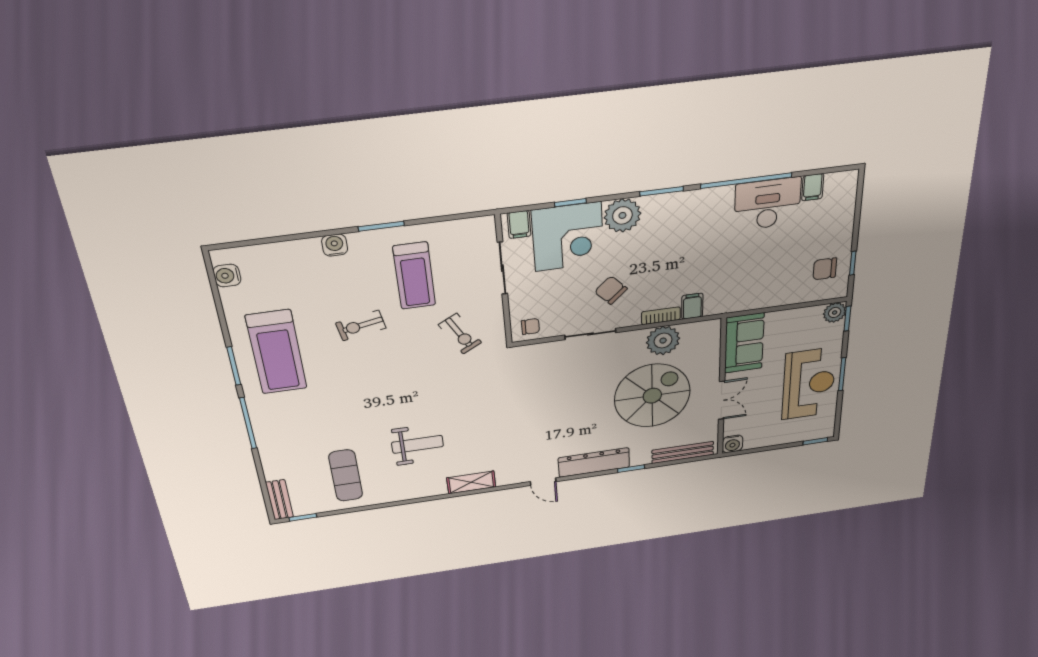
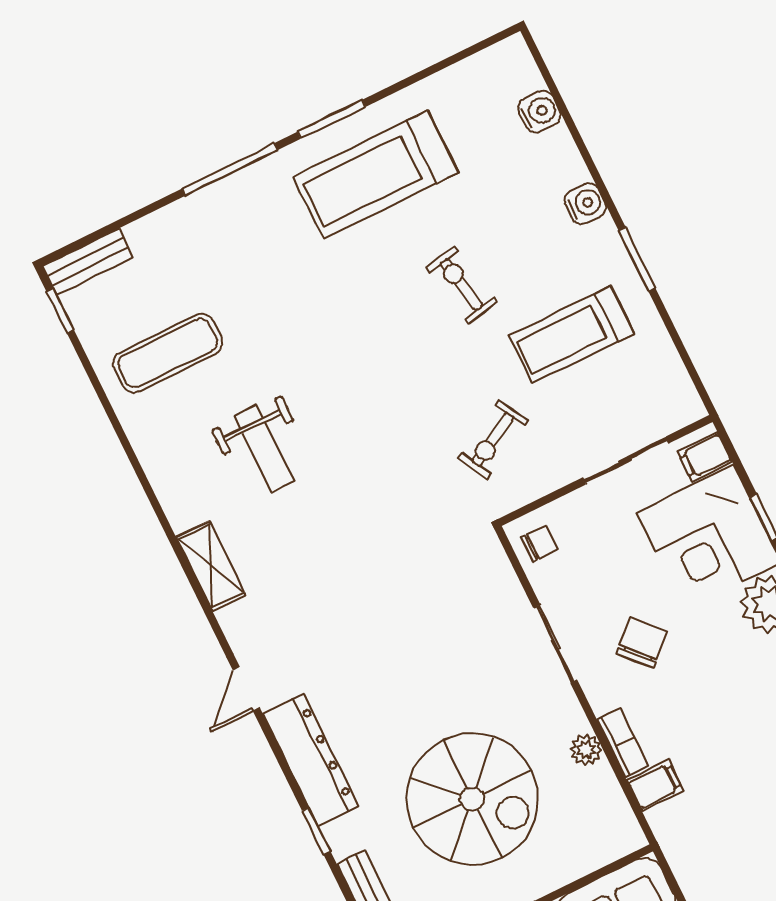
water cooler: (227, 276) -> (539, 112), moved, turned 90
chair: (530, 326) -> (539, 544), turned -90
plant: (663, 341) -> (586, 750), width x0.53, depth x0.53

